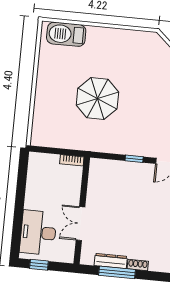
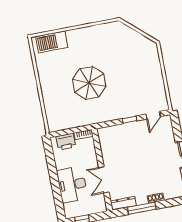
printer: (47, 163) -> (66, 142), added
desk: (38, 233) -> (72, 185), moved
dresser: (111, 261) -> (123, 203), moved

